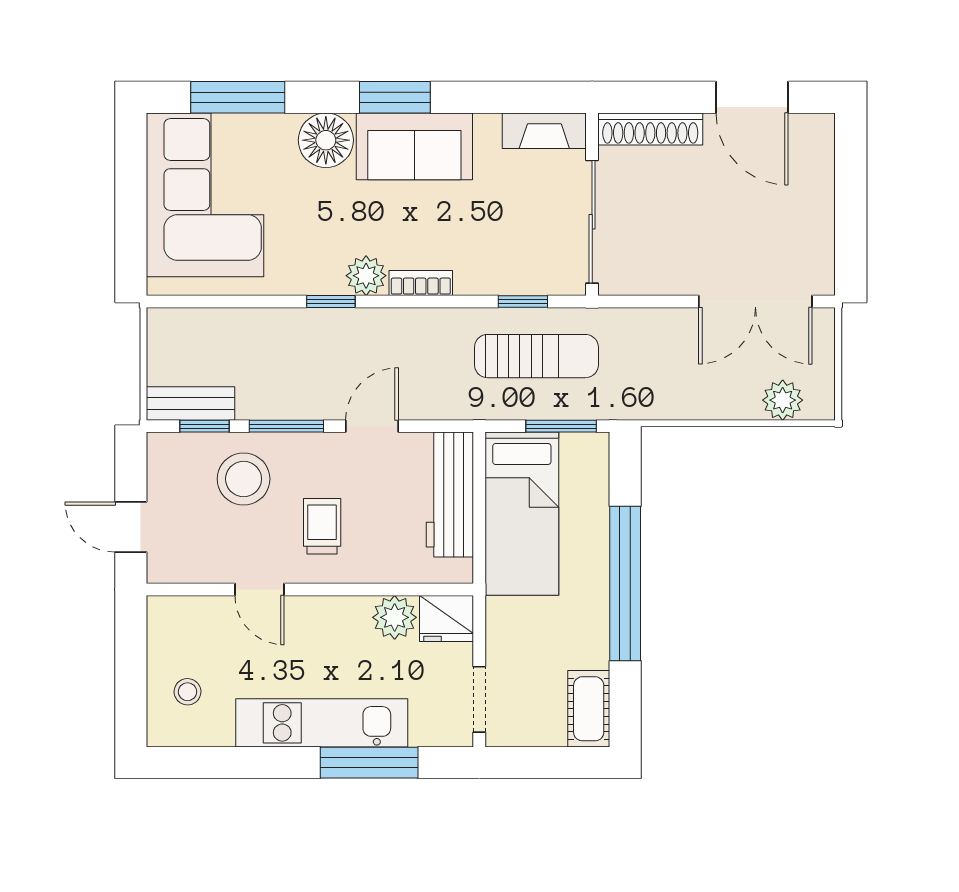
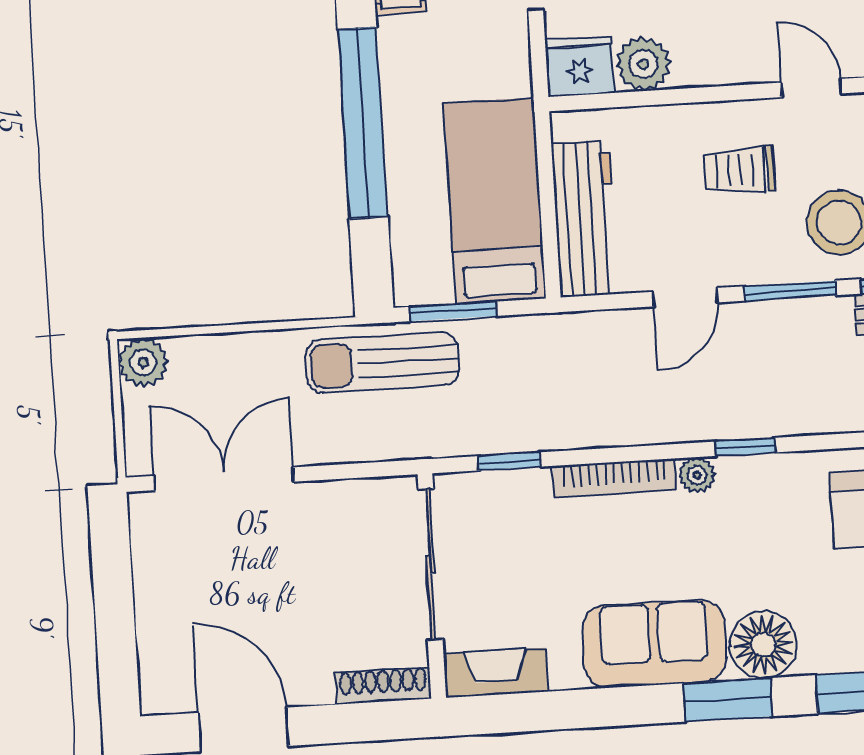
window: (395, 97) -> (728, 700), moved
shoe rack: (650, 129) -> (383, 686), width x0.74, depth x0.81
plant: (366, 276) -> (697, 475), width x0.73, depth x0.73
bookcase: (421, 283) -> (614, 478), width x1.56
sun lounger: (536, 356) -> (382, 363), moved
plant: (783, 400) -> (143, 362), moved
trolley: (322, 526) -> (739, 170), turned 90

